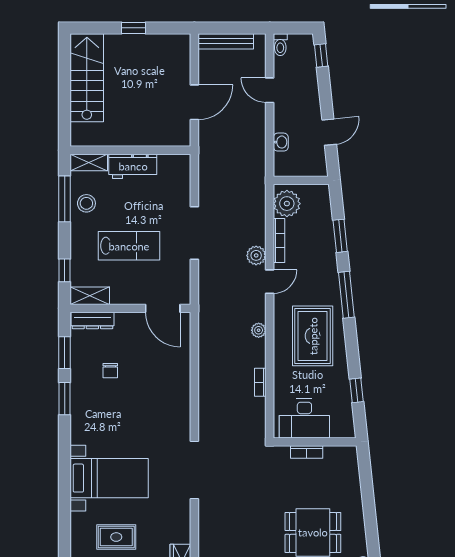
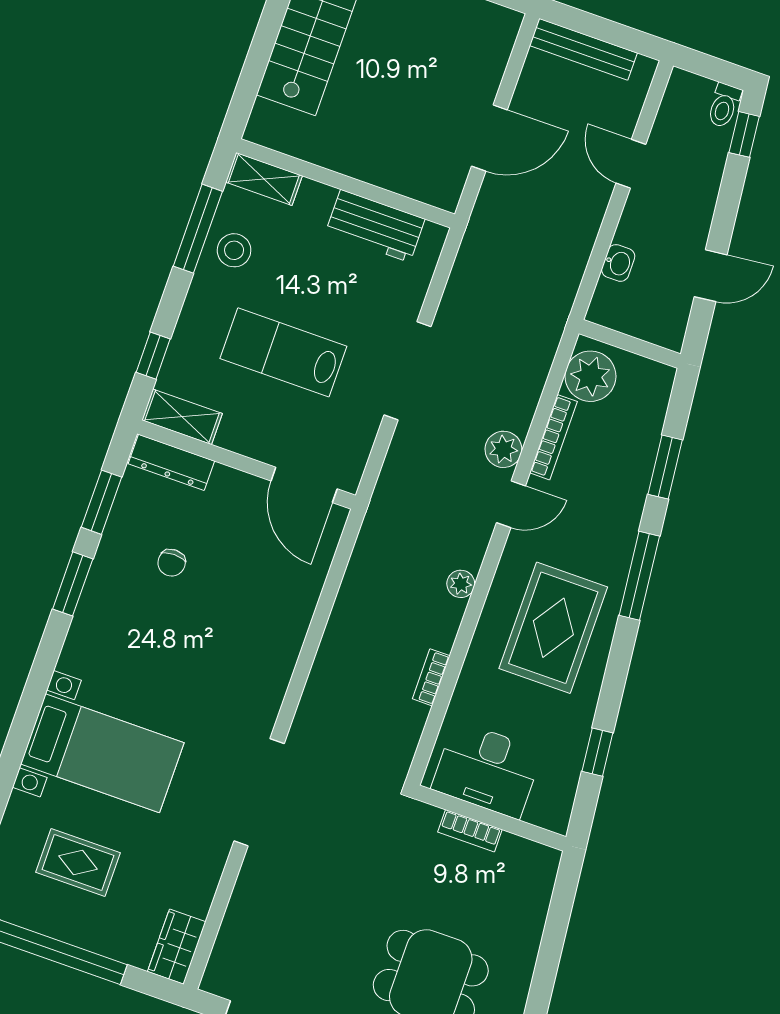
toilet: (280, 45) -> (724, 105), moved
workbench: (133, 166) -> (375, 226), moved
lab bench: (129, 246) -> (283, 352), turned 180

